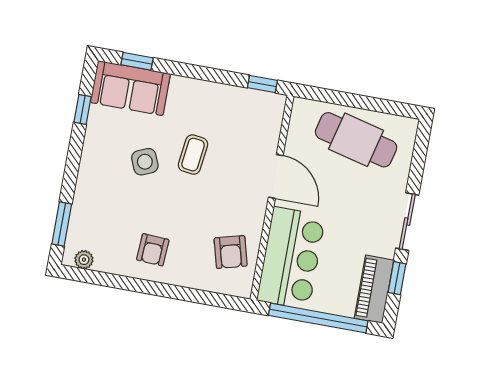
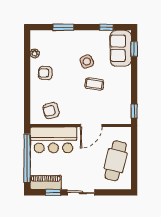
window: (62, 224) -> (63, 27), moved
plant: (84, 260) -> (35, 53), moved

